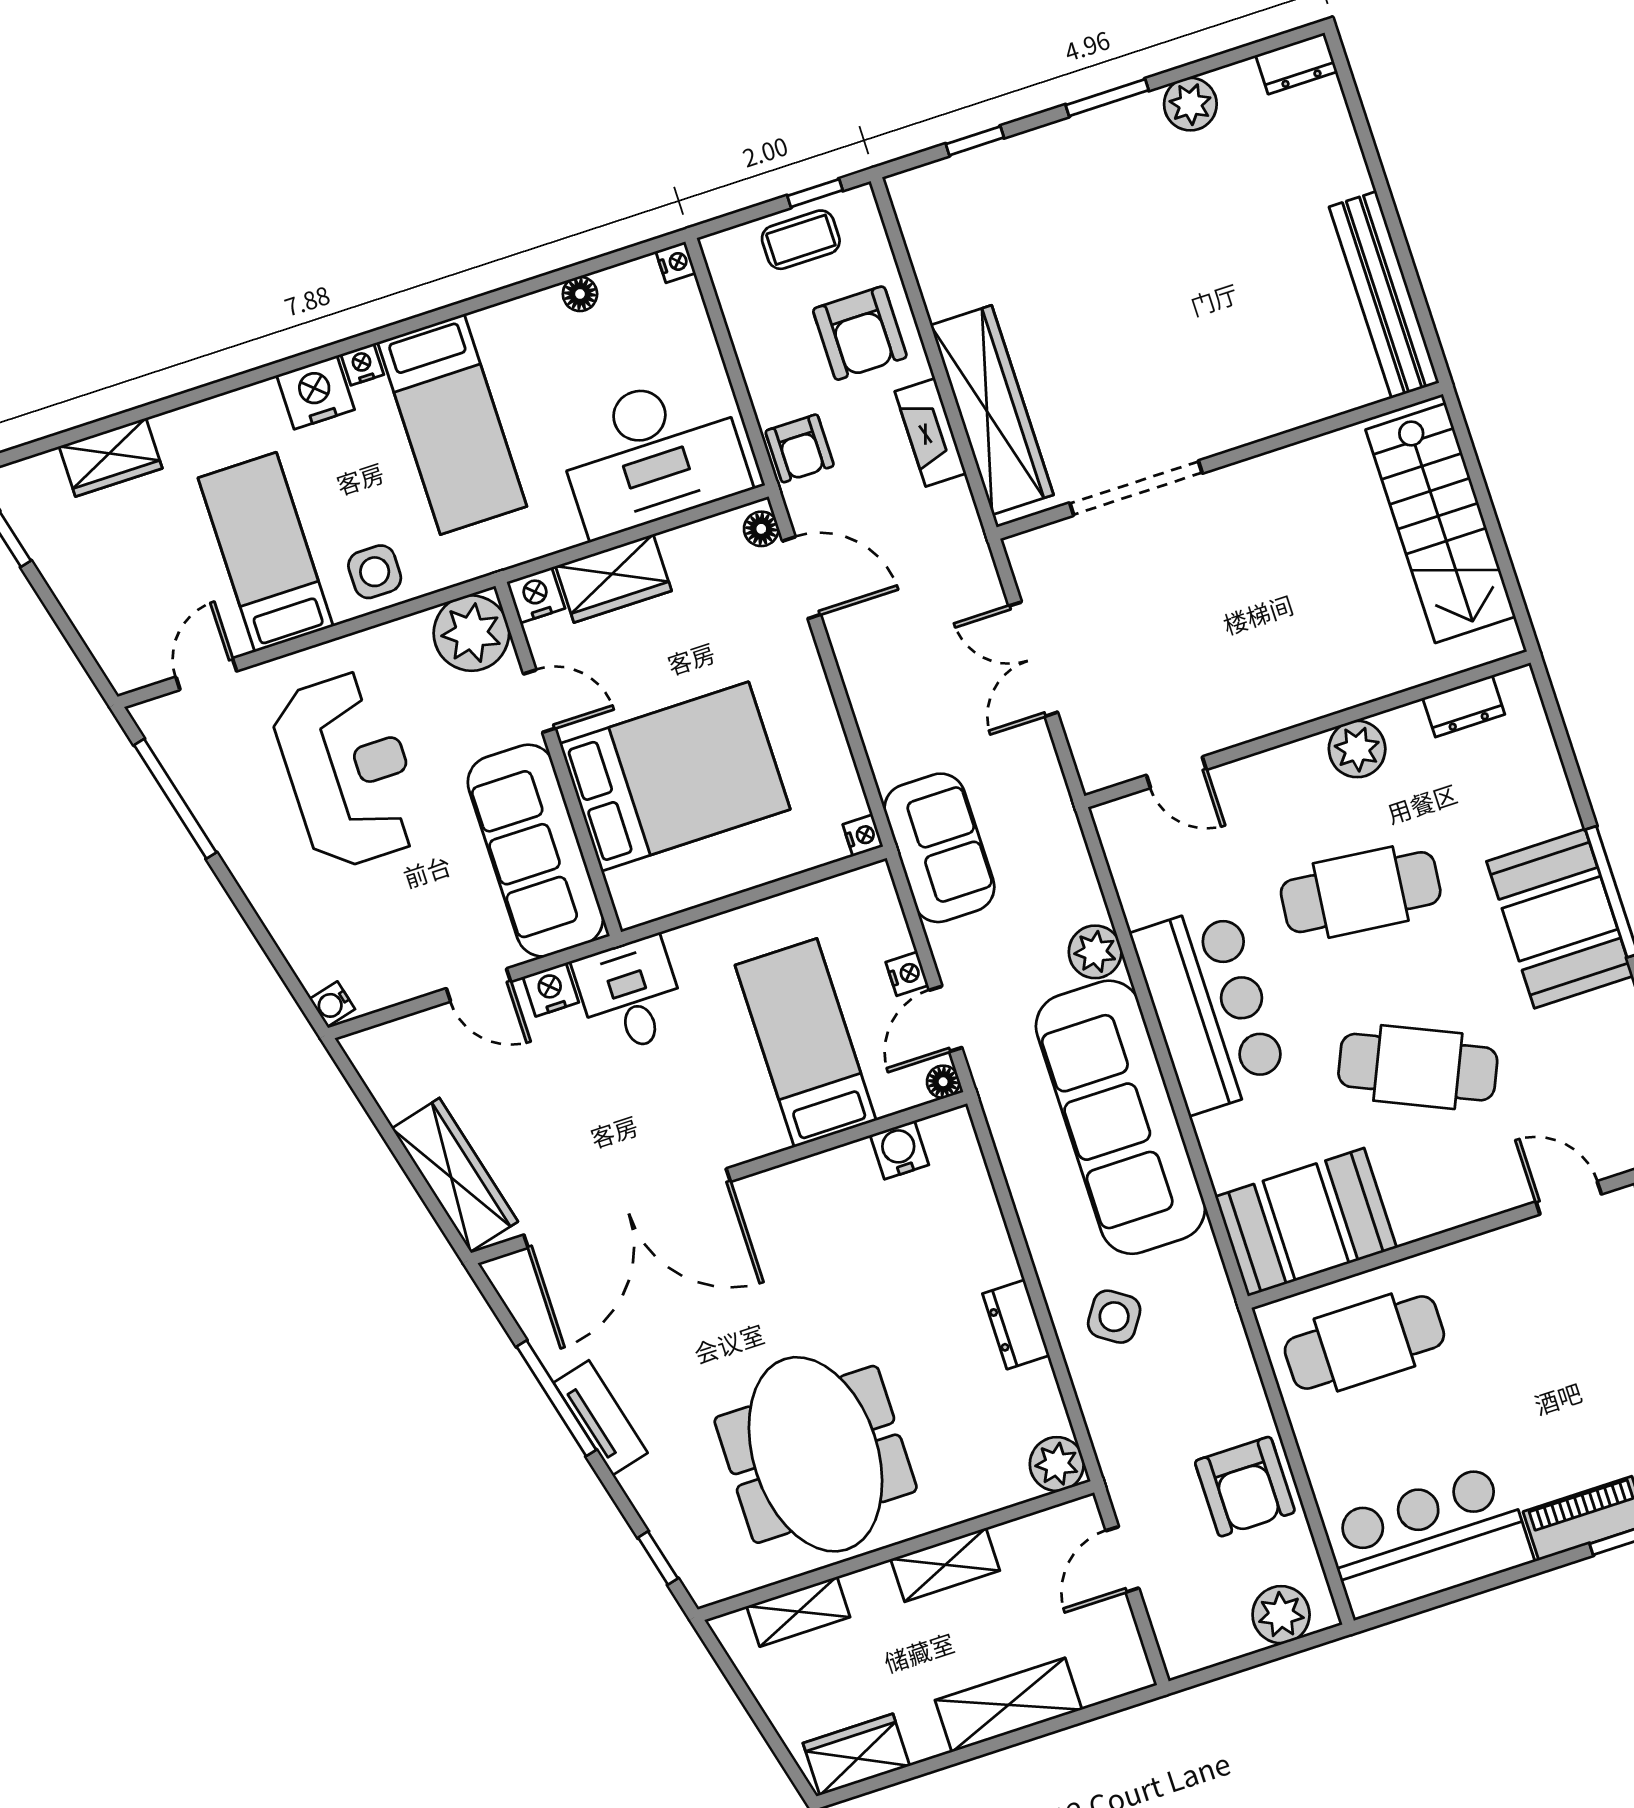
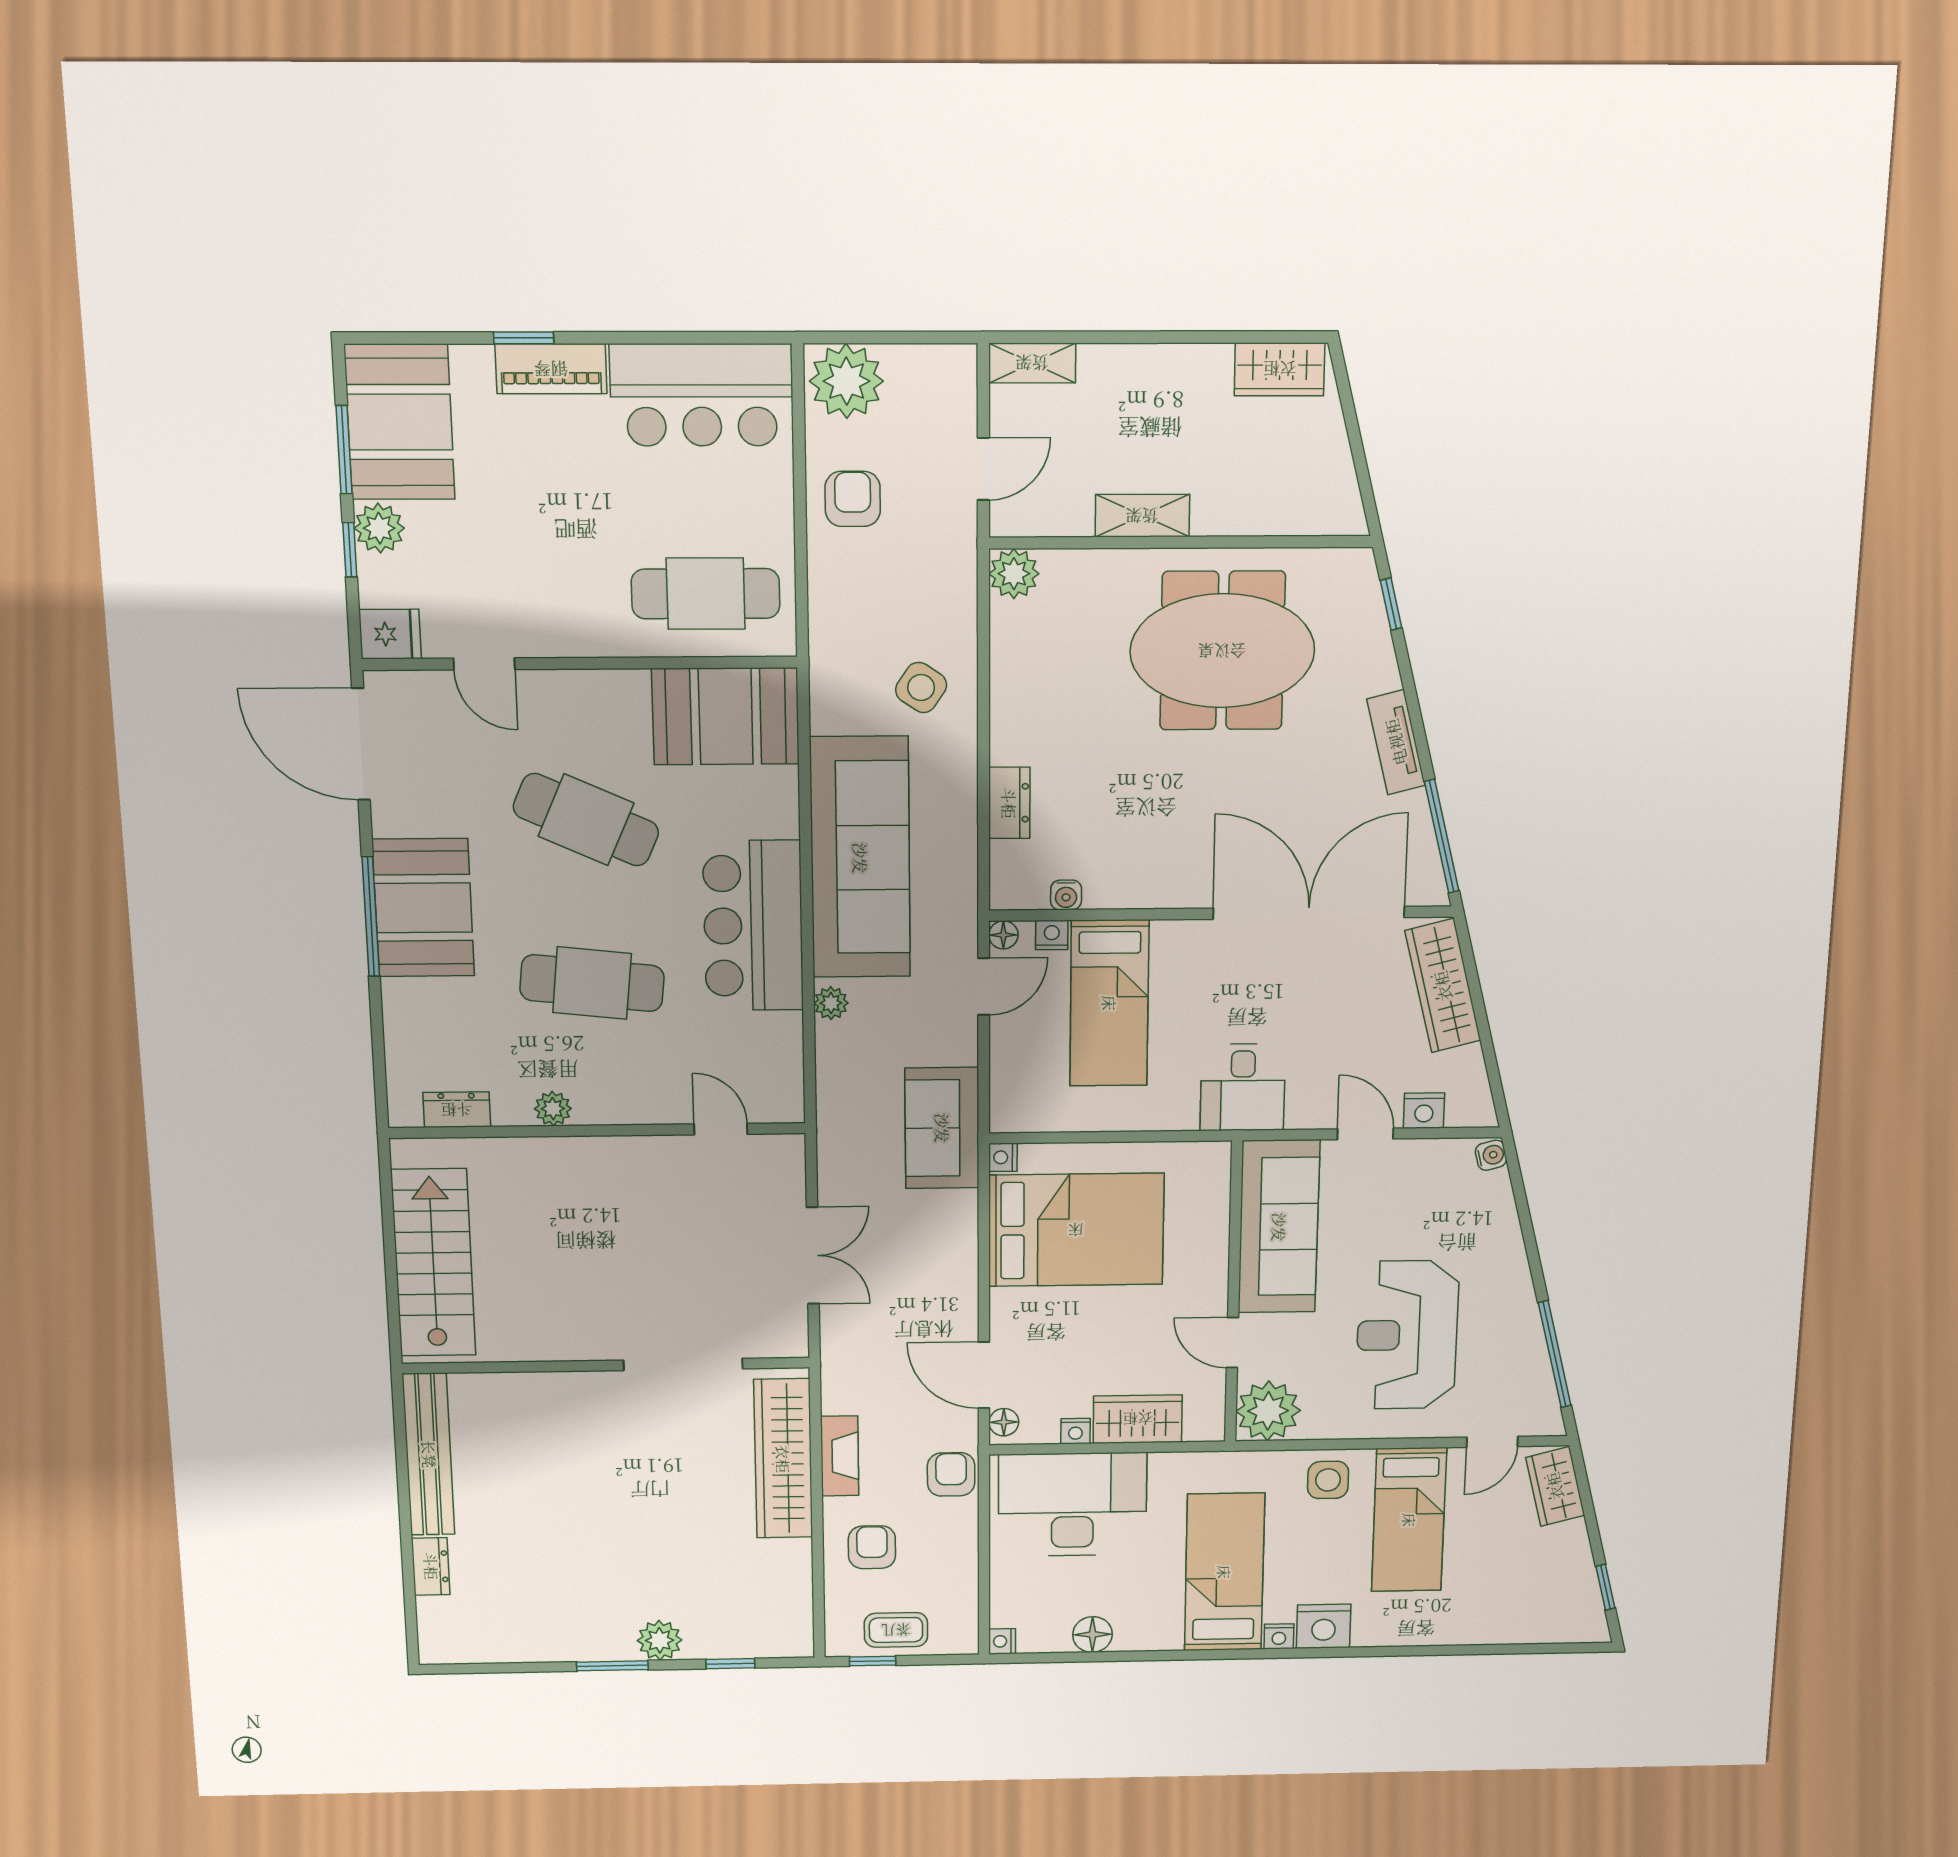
dresser: (1296, 63) -> (431, 1566), moved, turned 90
plant: (1190, 104) -> (660, 1640), moved
floor lamp: (580, 294) -> (1092, 1634), width x1.37, depth x1.37
armchair: (860, 333) -> (872, 1547), width x0.72, depth x0.72
wardrobe: (111, 457) -> (1555, 1486), moved, turned -104
nightstand: (536, 595) -> (1075, 1431), moved, width x0.72, depth x0.74
plant: (1357, 749) -> (553, 1109), width x0.73, depth x0.73
bed: (675, 777) -> (1076, 1230), moved, turned 180
plant: (1095, 952) -> (831, 1003), width x0.73, depth x0.73
nightstand: (907, 974) -> (1052, 935), moved, turned 90
nightstand: (551, 990) -> (1424, 1111), moved
water cooler: (899, 1150) -> (1066, 895), width x0.72, depth x0.72
dresser: (1016, 1324) -> (1009, 803), moved
window: (556, 1398) -> (1442, 836), moved
meeting table: (816, 1454) -> (1222, 651), turned 90
armchair: (1245, 1487) -> (853, 499), width x0.72, depth x0.72
shelving: (798, 1612) -> (1286, 516), removed
plant: (1281, 1615) -> (846, 381), width x1.36, depth x1.36
shelving: (1008, 1705) -> (1032, 363), moved, width x0.67, depth x0.75

